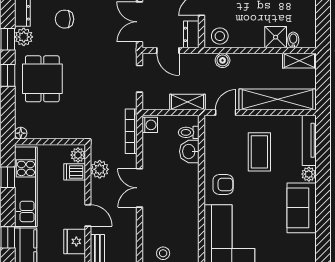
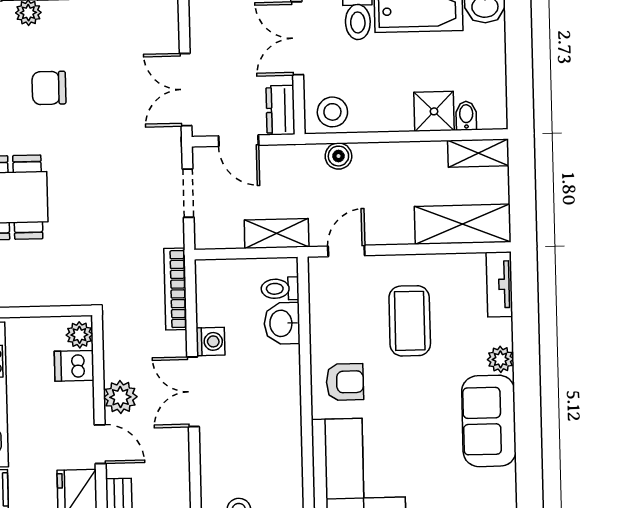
shelving: (278, 99) -> (463, 224), width x0.68
washing machine: (150, 125) -> (210, 342), moved
tv unit: (309, 140) -> (499, 284), width x0.71
plant: (100, 169) -> (120, 397), moved

